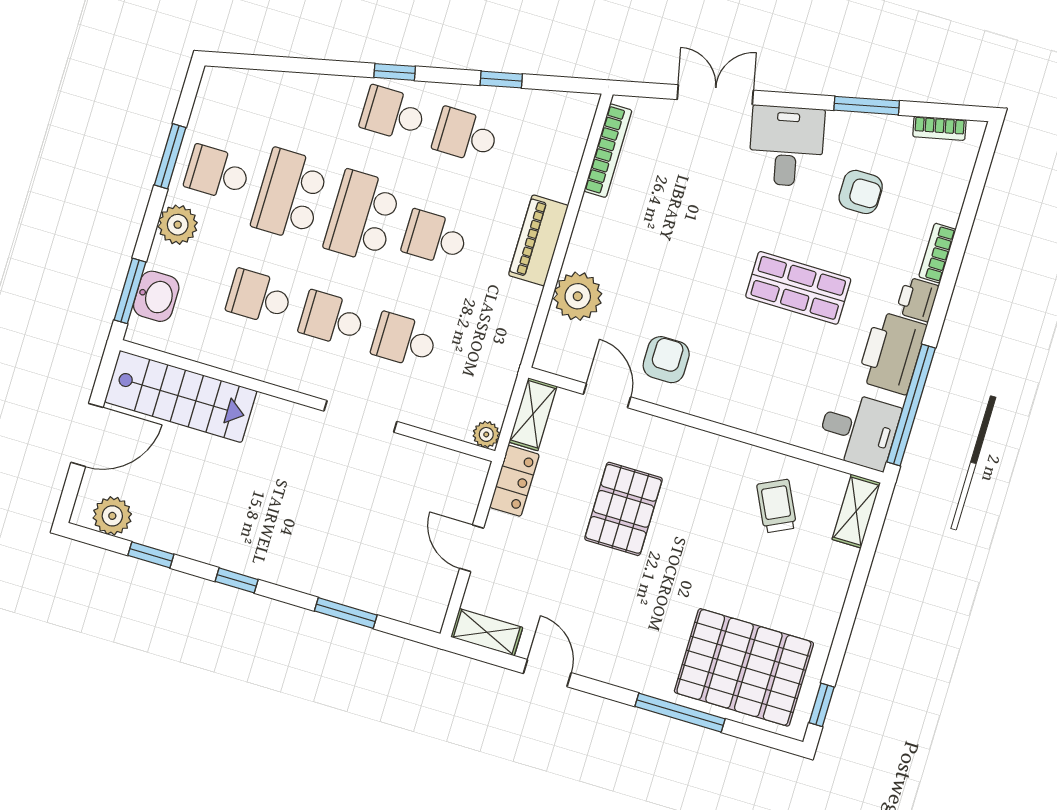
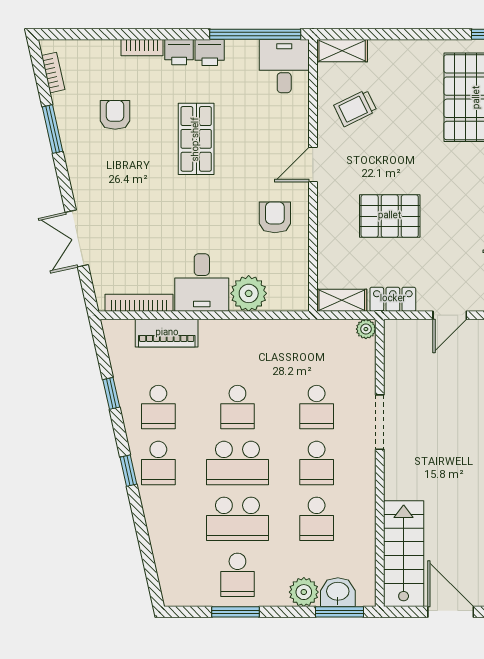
desk: (787, 146) -> (202, 283), moved, turned -77
plant: (178, 225) -> (304, 592), moved
piano: (538, 240) -> (167, 333), moved
printer: (892, 353) -> (210, 52), width x0.53, depth x0.68
armchair: (666, 360) -> (275, 217), turned 90
door: (607, 396) -> (313, 164), moved

